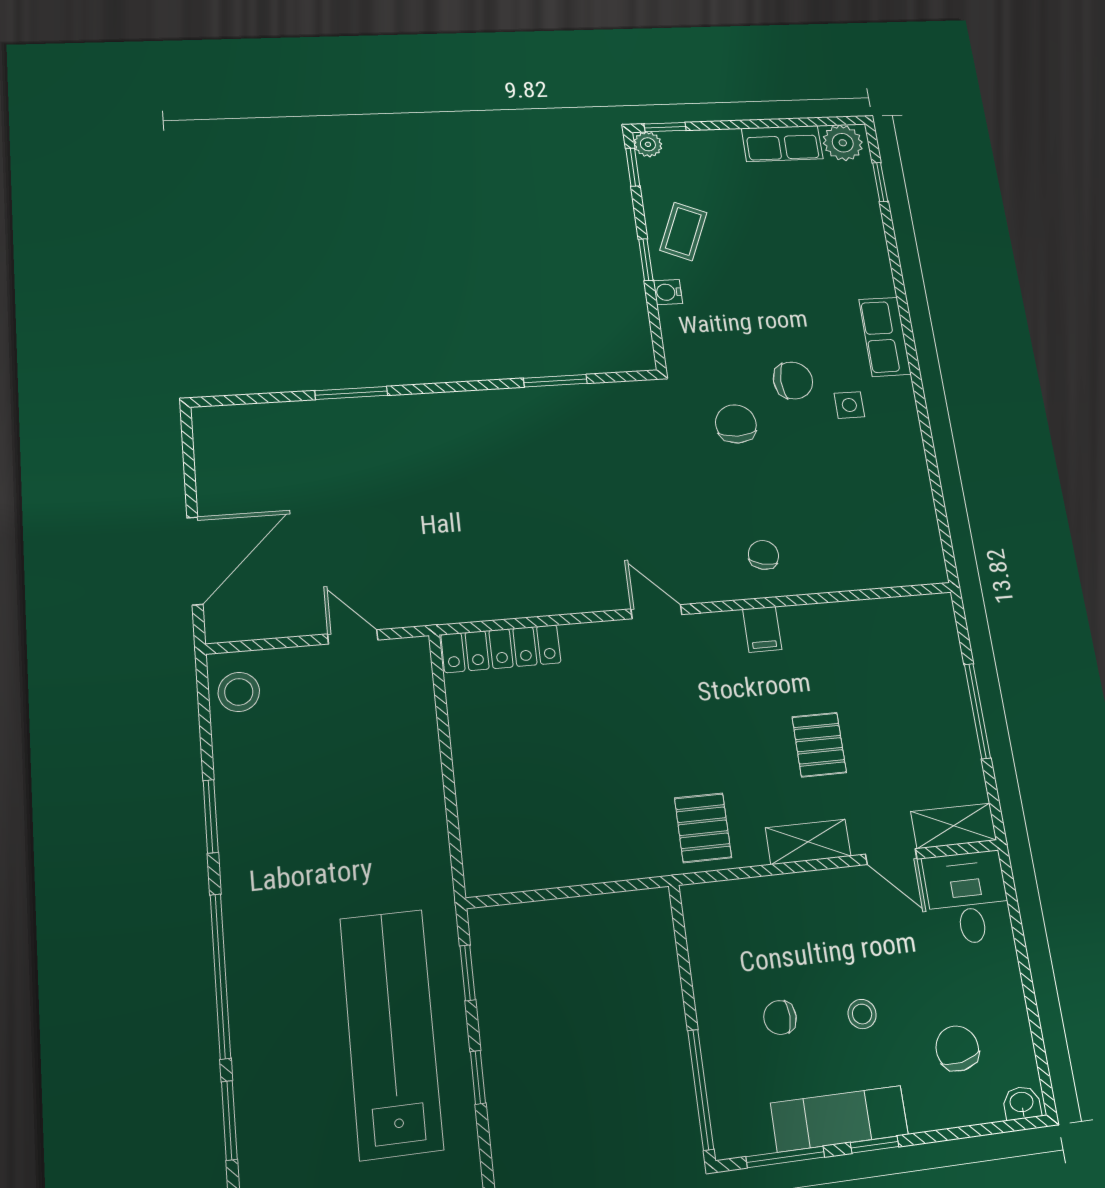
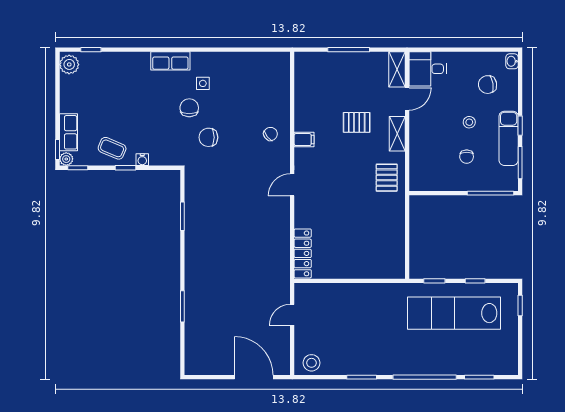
row of seats: (782, 144) -> (68, 132), moved
chair: (763, 555) -> (270, 134), turned 128
pallet: (703, 828) -> (387, 178), turned 90

